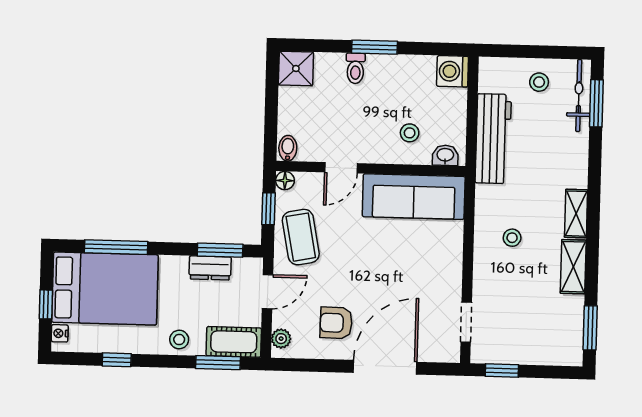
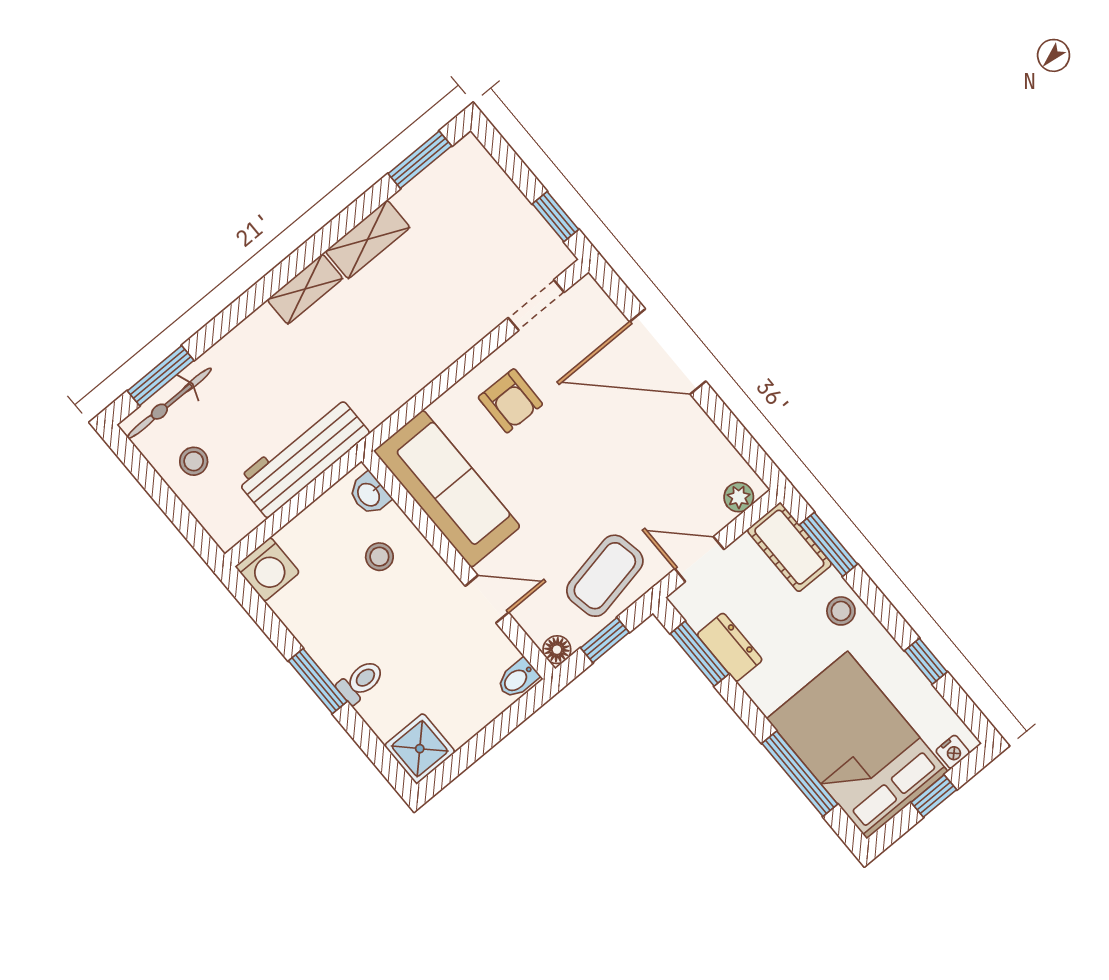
stool: (512, 238) -> (396, 337), removed
armchair: (336, 323) -> (510, 401), moved

